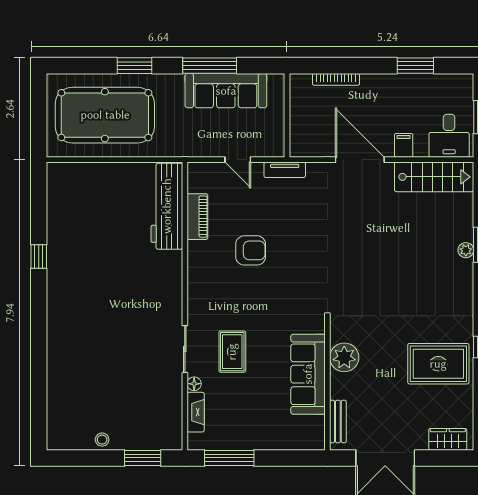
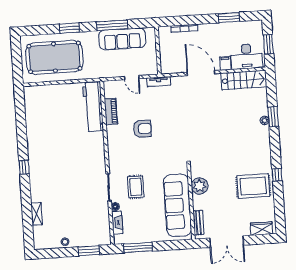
desk: (449, 136) -> (247, 56), width x1.37
window: (39, 257) -> (24, 167), moved
sofa: (308, 374) -> (178, 205), width x1.36, depth x1.27
shelving: (55, 387) -> (37, 214), added

